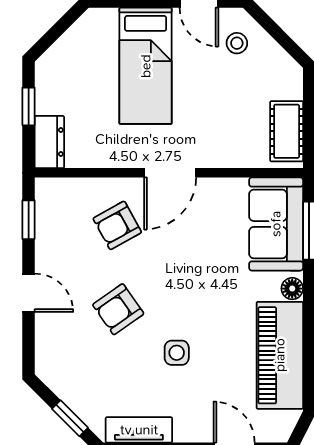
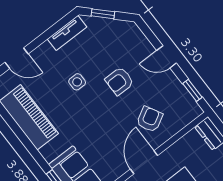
floor lamp: (292, 289) -> (47, 152), removed
armchair: (118, 309) -> (119, 81), turned -145

